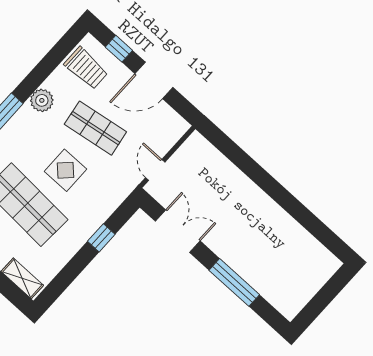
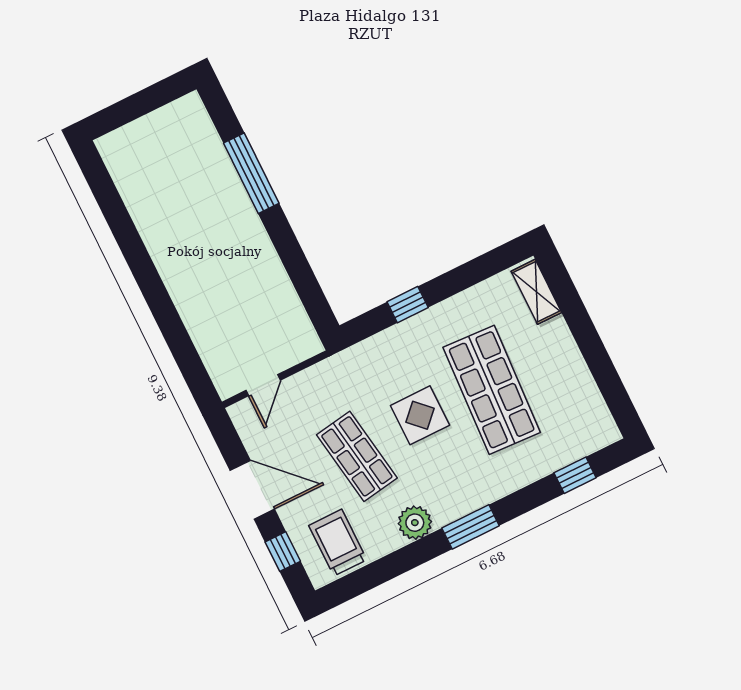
door: (155, 170) -> (263, 385), moved
double door: (178, 231) -> (300, 273), removed

